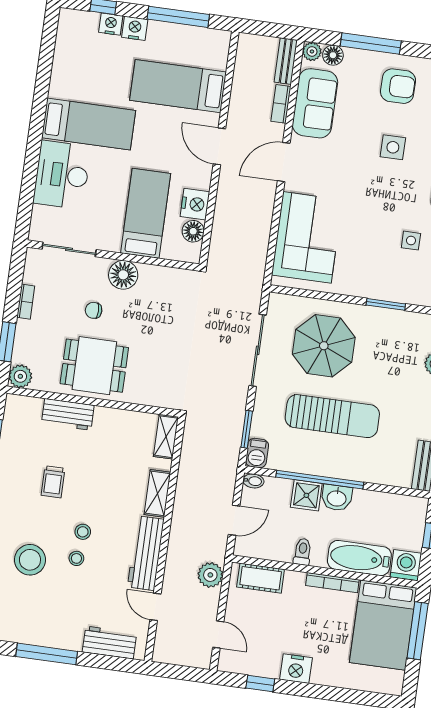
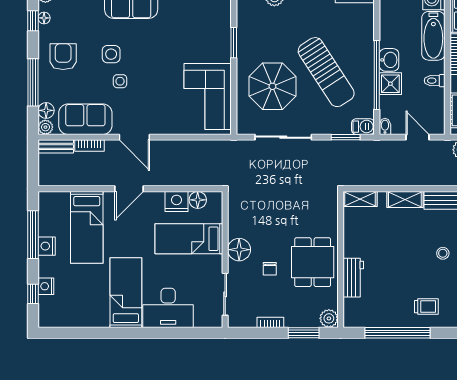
nightstand: (135, 28) -> (47, 246), moved
corner sofa: (307, 237) -> (208, 97), moved, turned -90
side table: (411, 241) -> (120, 81), moved
sun lounger: (332, 416) -> (326, 72), turned 147
trolley: (53, 482) -> (426, 307), moved

